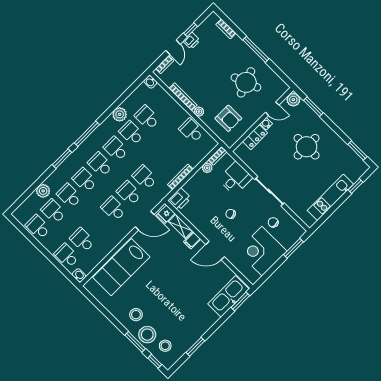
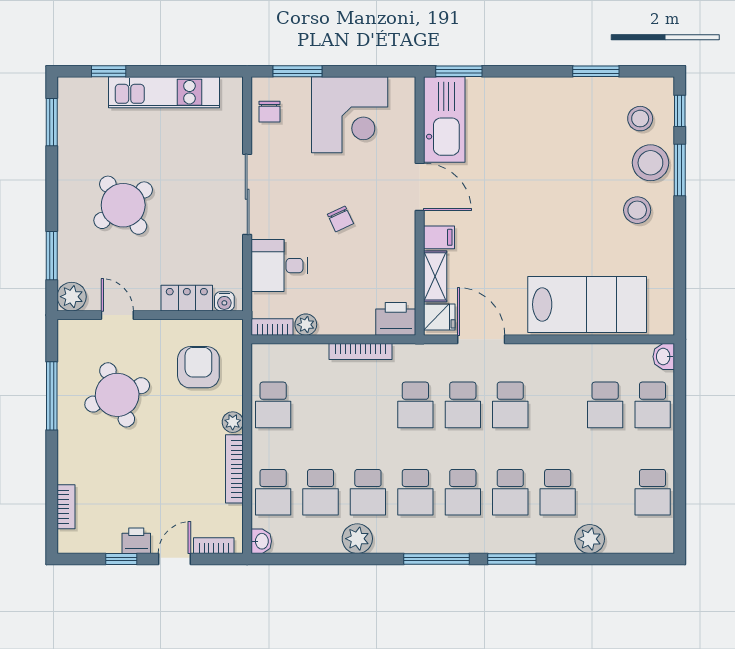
window: (256, 49) -> (52, 396), moved
water cooler: (266, 124) -> (224, 301), moved
round table: (307, 147) -> (123, 205), turned -36
school desk: (53, 211) -> (273, 492), moved
chair: (273, 222) -> (269, 112), moved
kitchen sink: (228, 296) -> (444, 119), moved, turned -90

